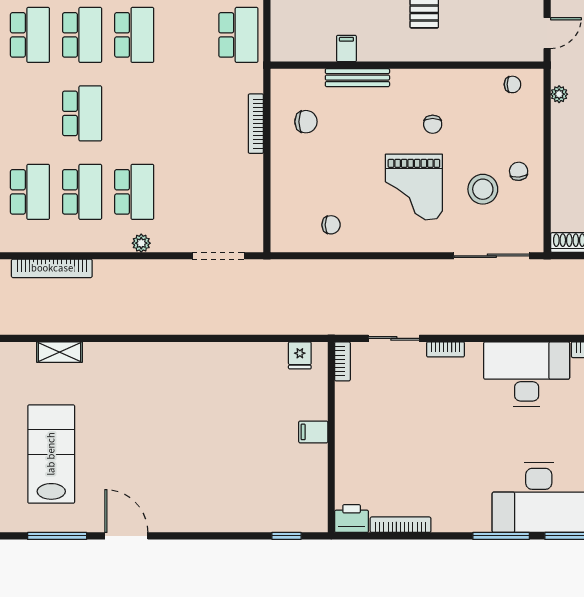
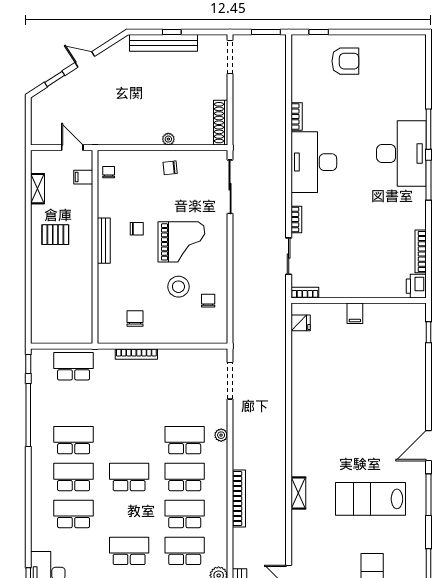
filing cabinet: (346, 49) -> (83, 177), moved
bench: (357, 78) -> (104, 241), moved
plant: (559, 94) -> (168, 139), moved
stool: (483, 189) -> (178, 287), moved

